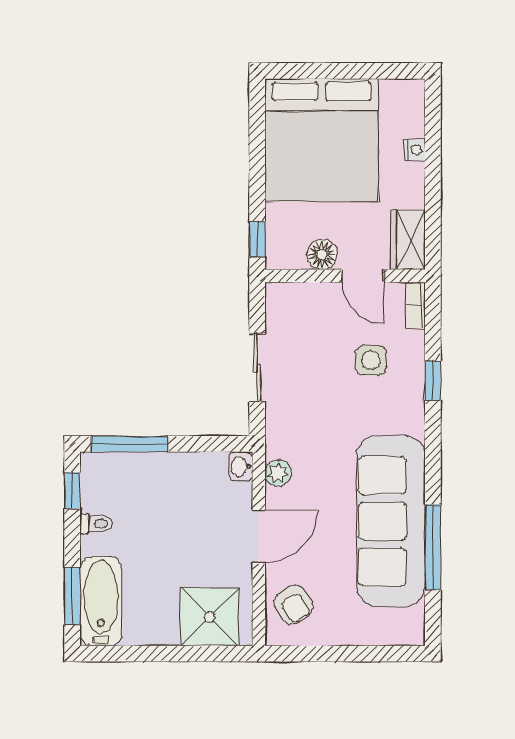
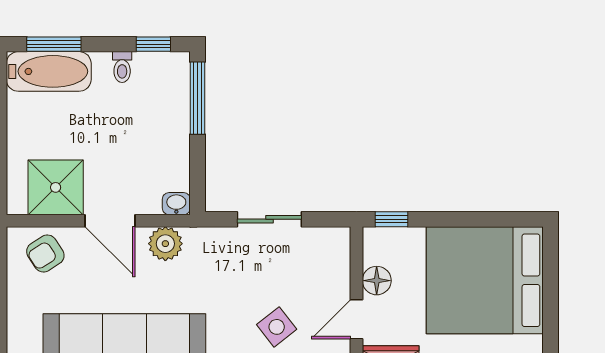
side table: (371, 360) -> (277, 327), turned -38
plant: (278, 473) -> (165, 244), width x1.38, depth x1.38
shower: (210, 617) -> (56, 187), moved

